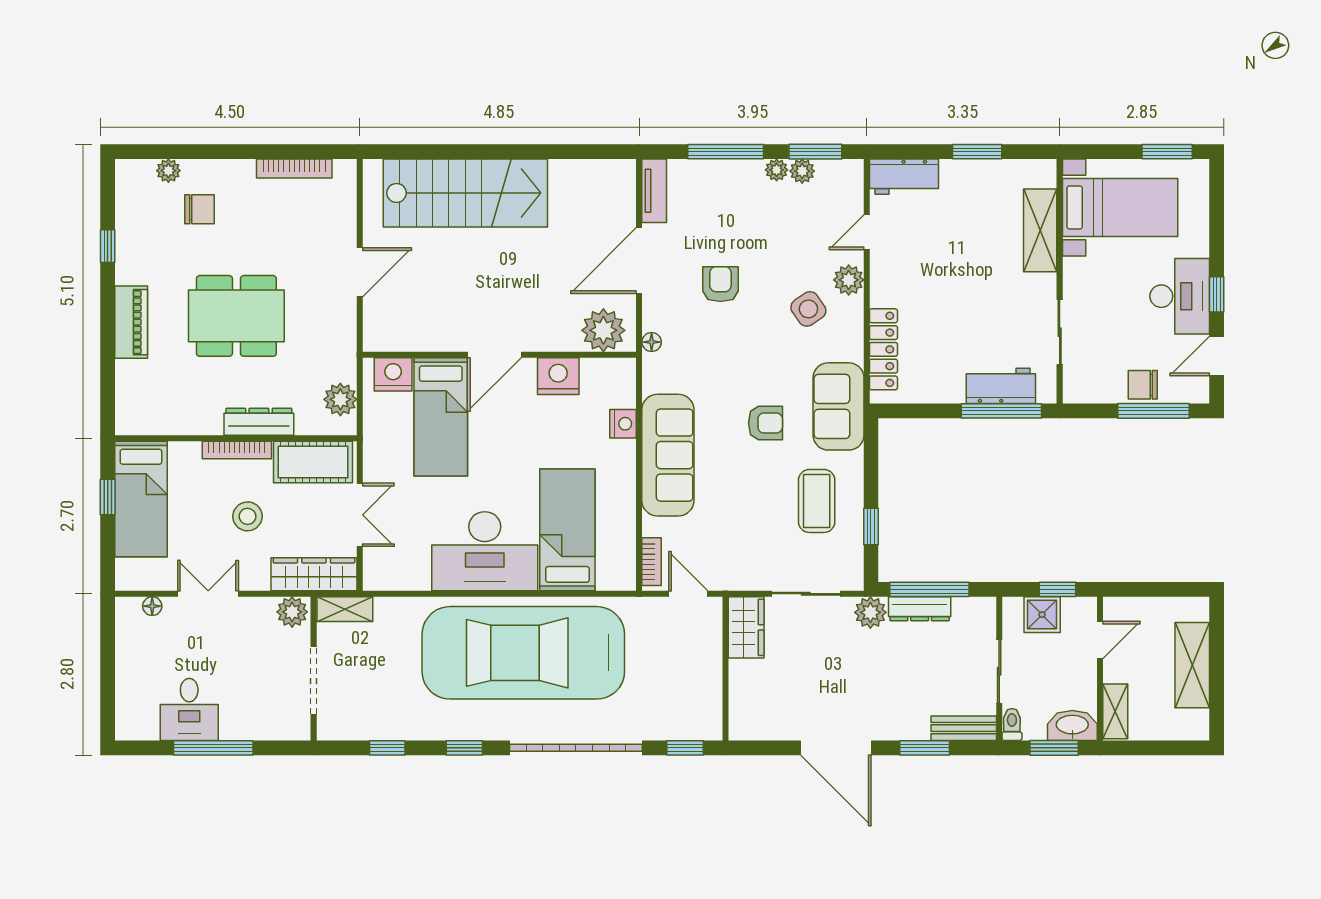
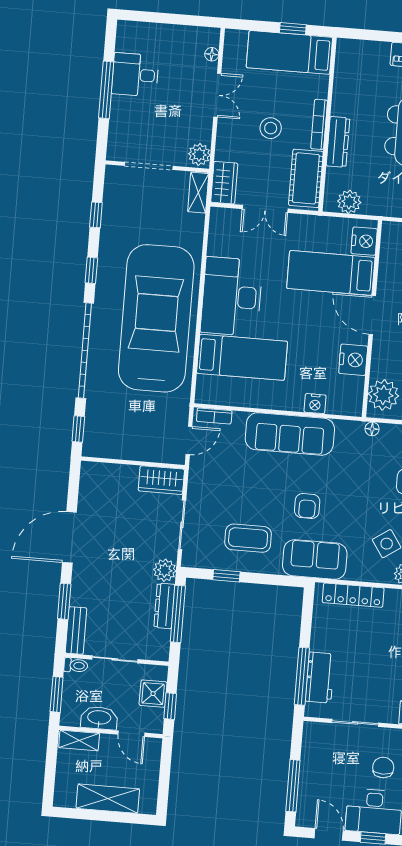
chair: (1143, 385) -> (383, 767), moved
wardrobe: (314, 574) -> (224, 183), width x0.67
washbasin: (1072, 726) -> (99, 718), moved, turned -90

